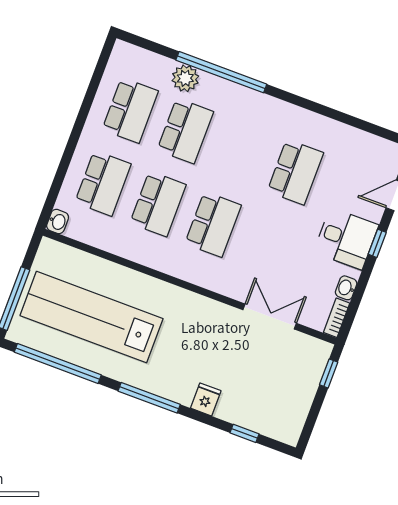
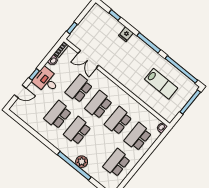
plant: (185, 78) -> (82, 162), moved
school desk: (185, 131) -> (77, 131), moved
school desk: (268, 245) -> (79, 89), added
lab bench: (92, 317) -> (161, 84), width x0.54, depth x0.72

